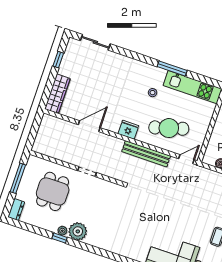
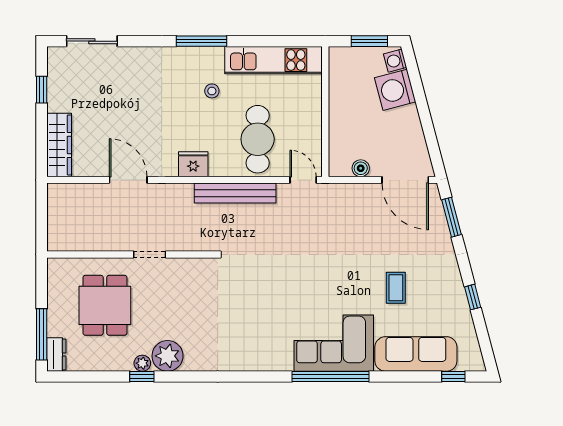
window: (172, 68) -> (202, 41), moved
door: (89, 126) -> (128, 180), hinge flipped
cafe table: (169, 128) -> (258, 139), turned -74
door: (186, 159) -> (303, 180), hinge flipped
window: (18, 178) -> (42, 334), moved

